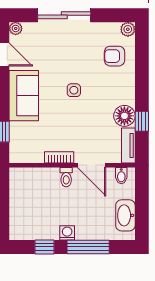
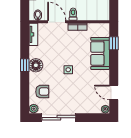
sliding door: (64, 15) -> (59, 118), moved
sofa: (24, 96) -> (100, 53), moved
floor lamp: (124, 116) -> (36, 65), moved
window: (142, 121) -> (25, 65), moved

